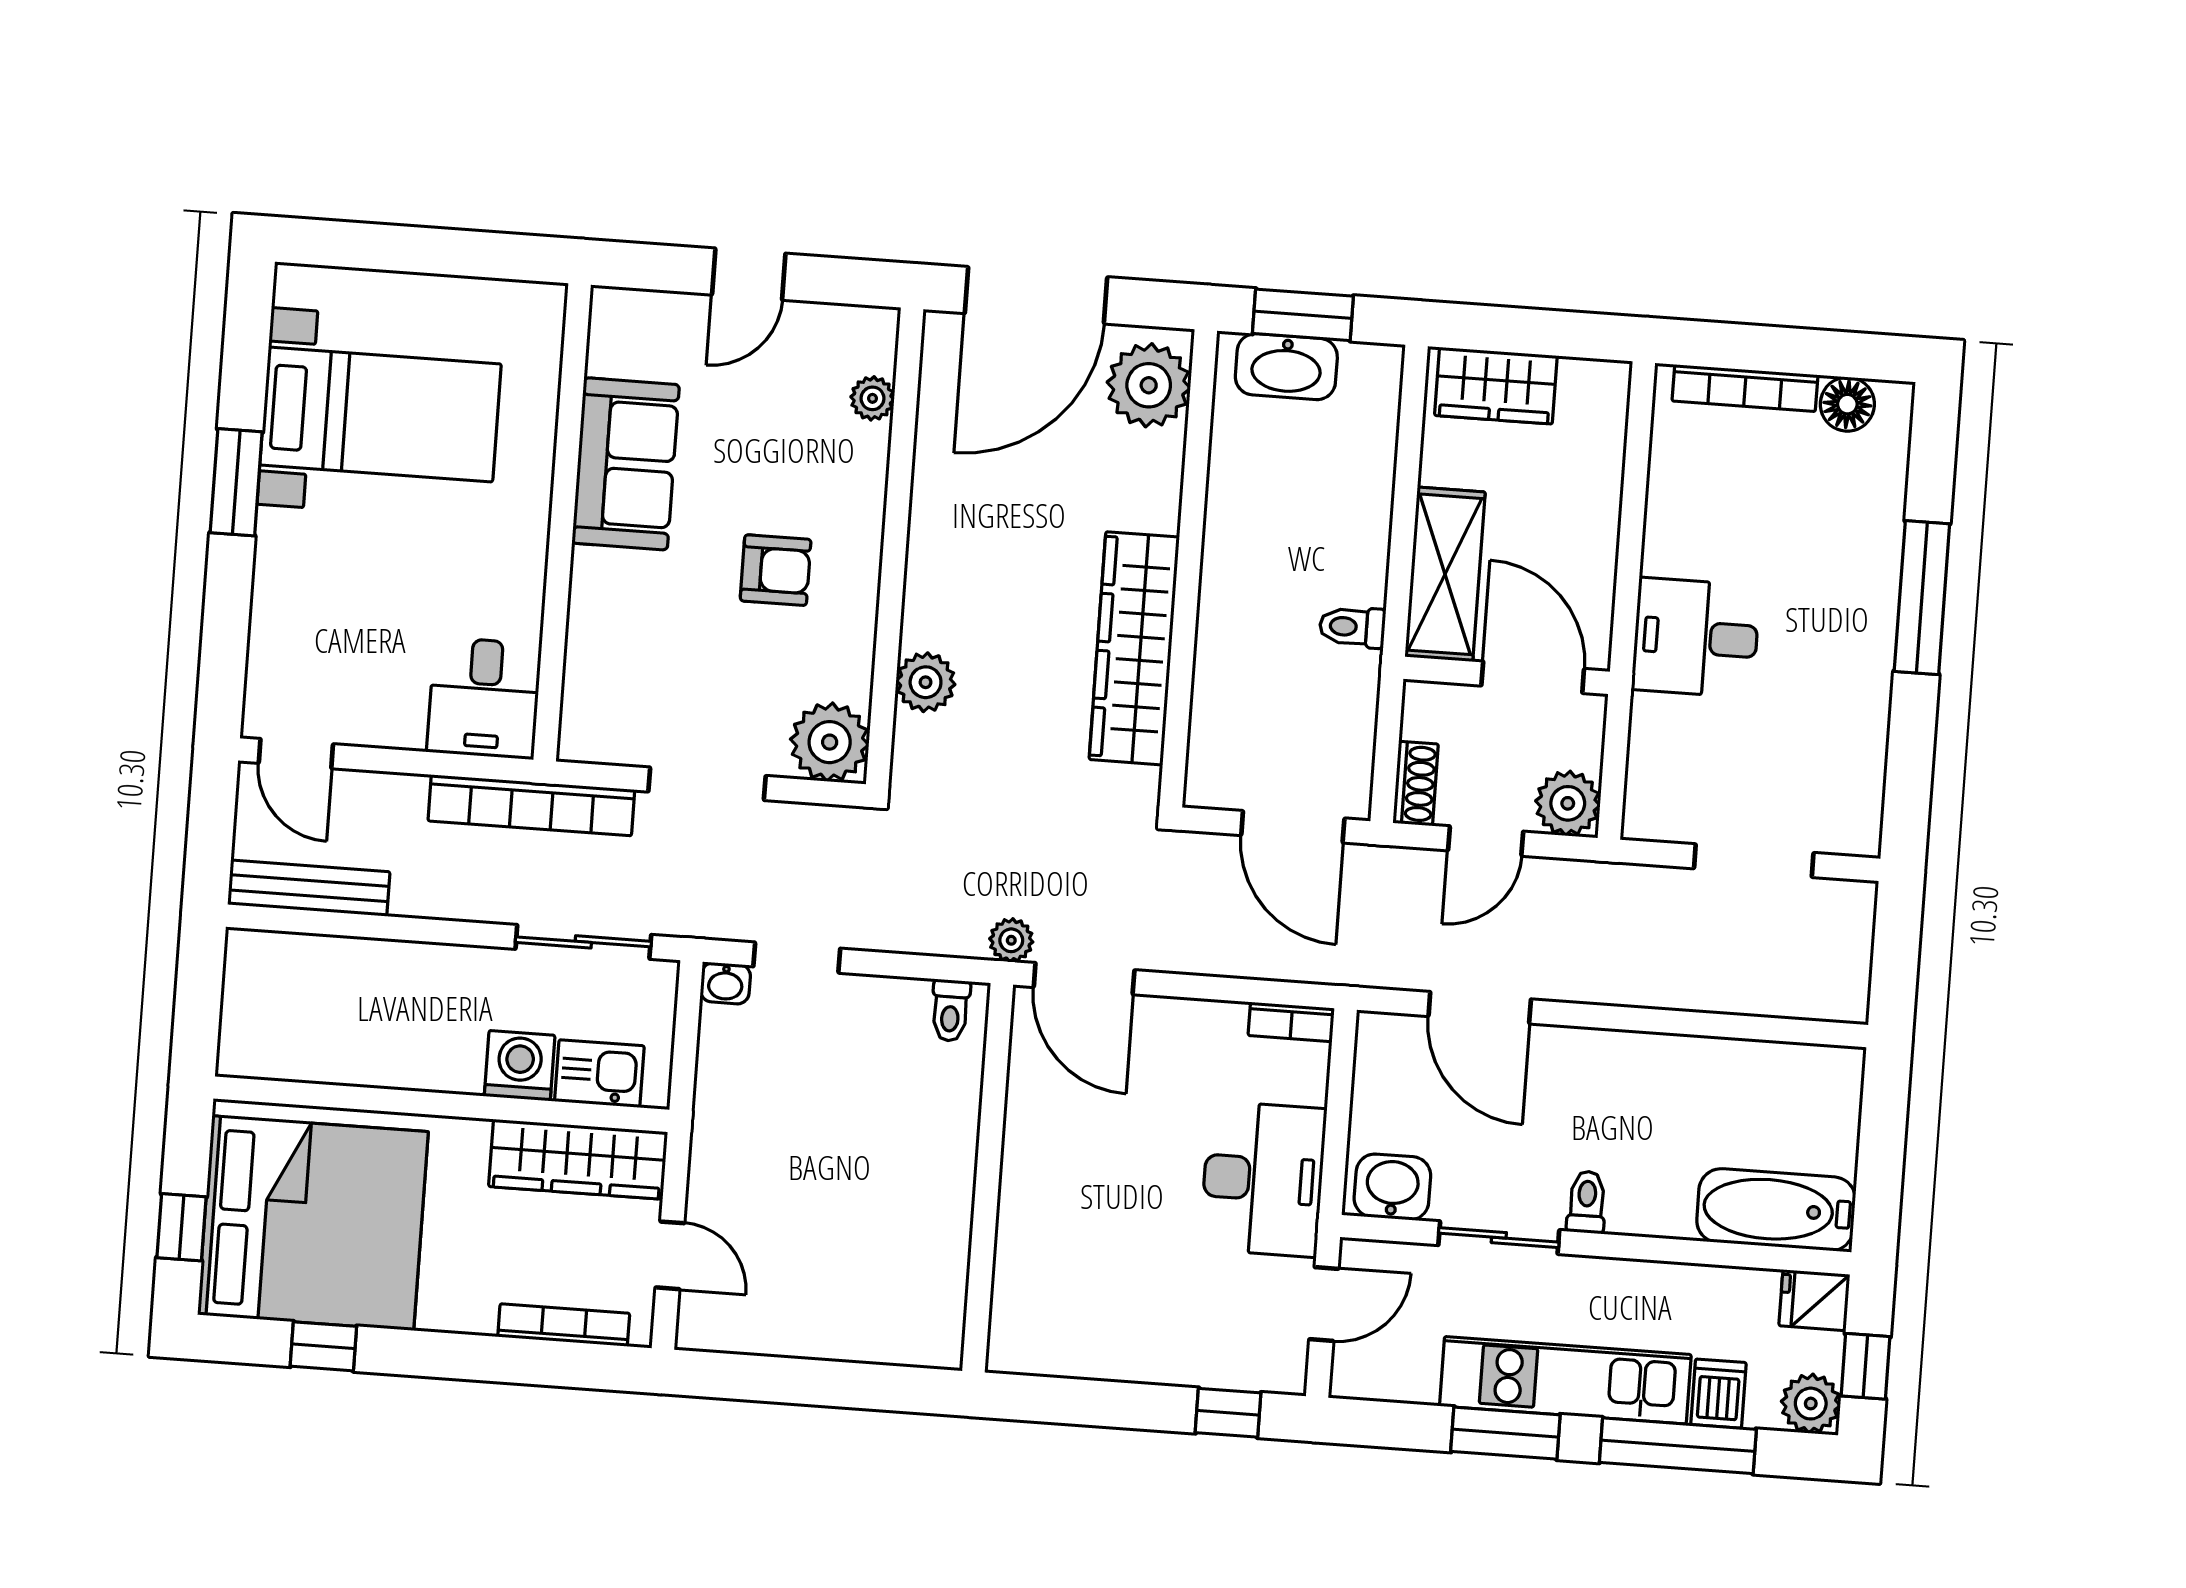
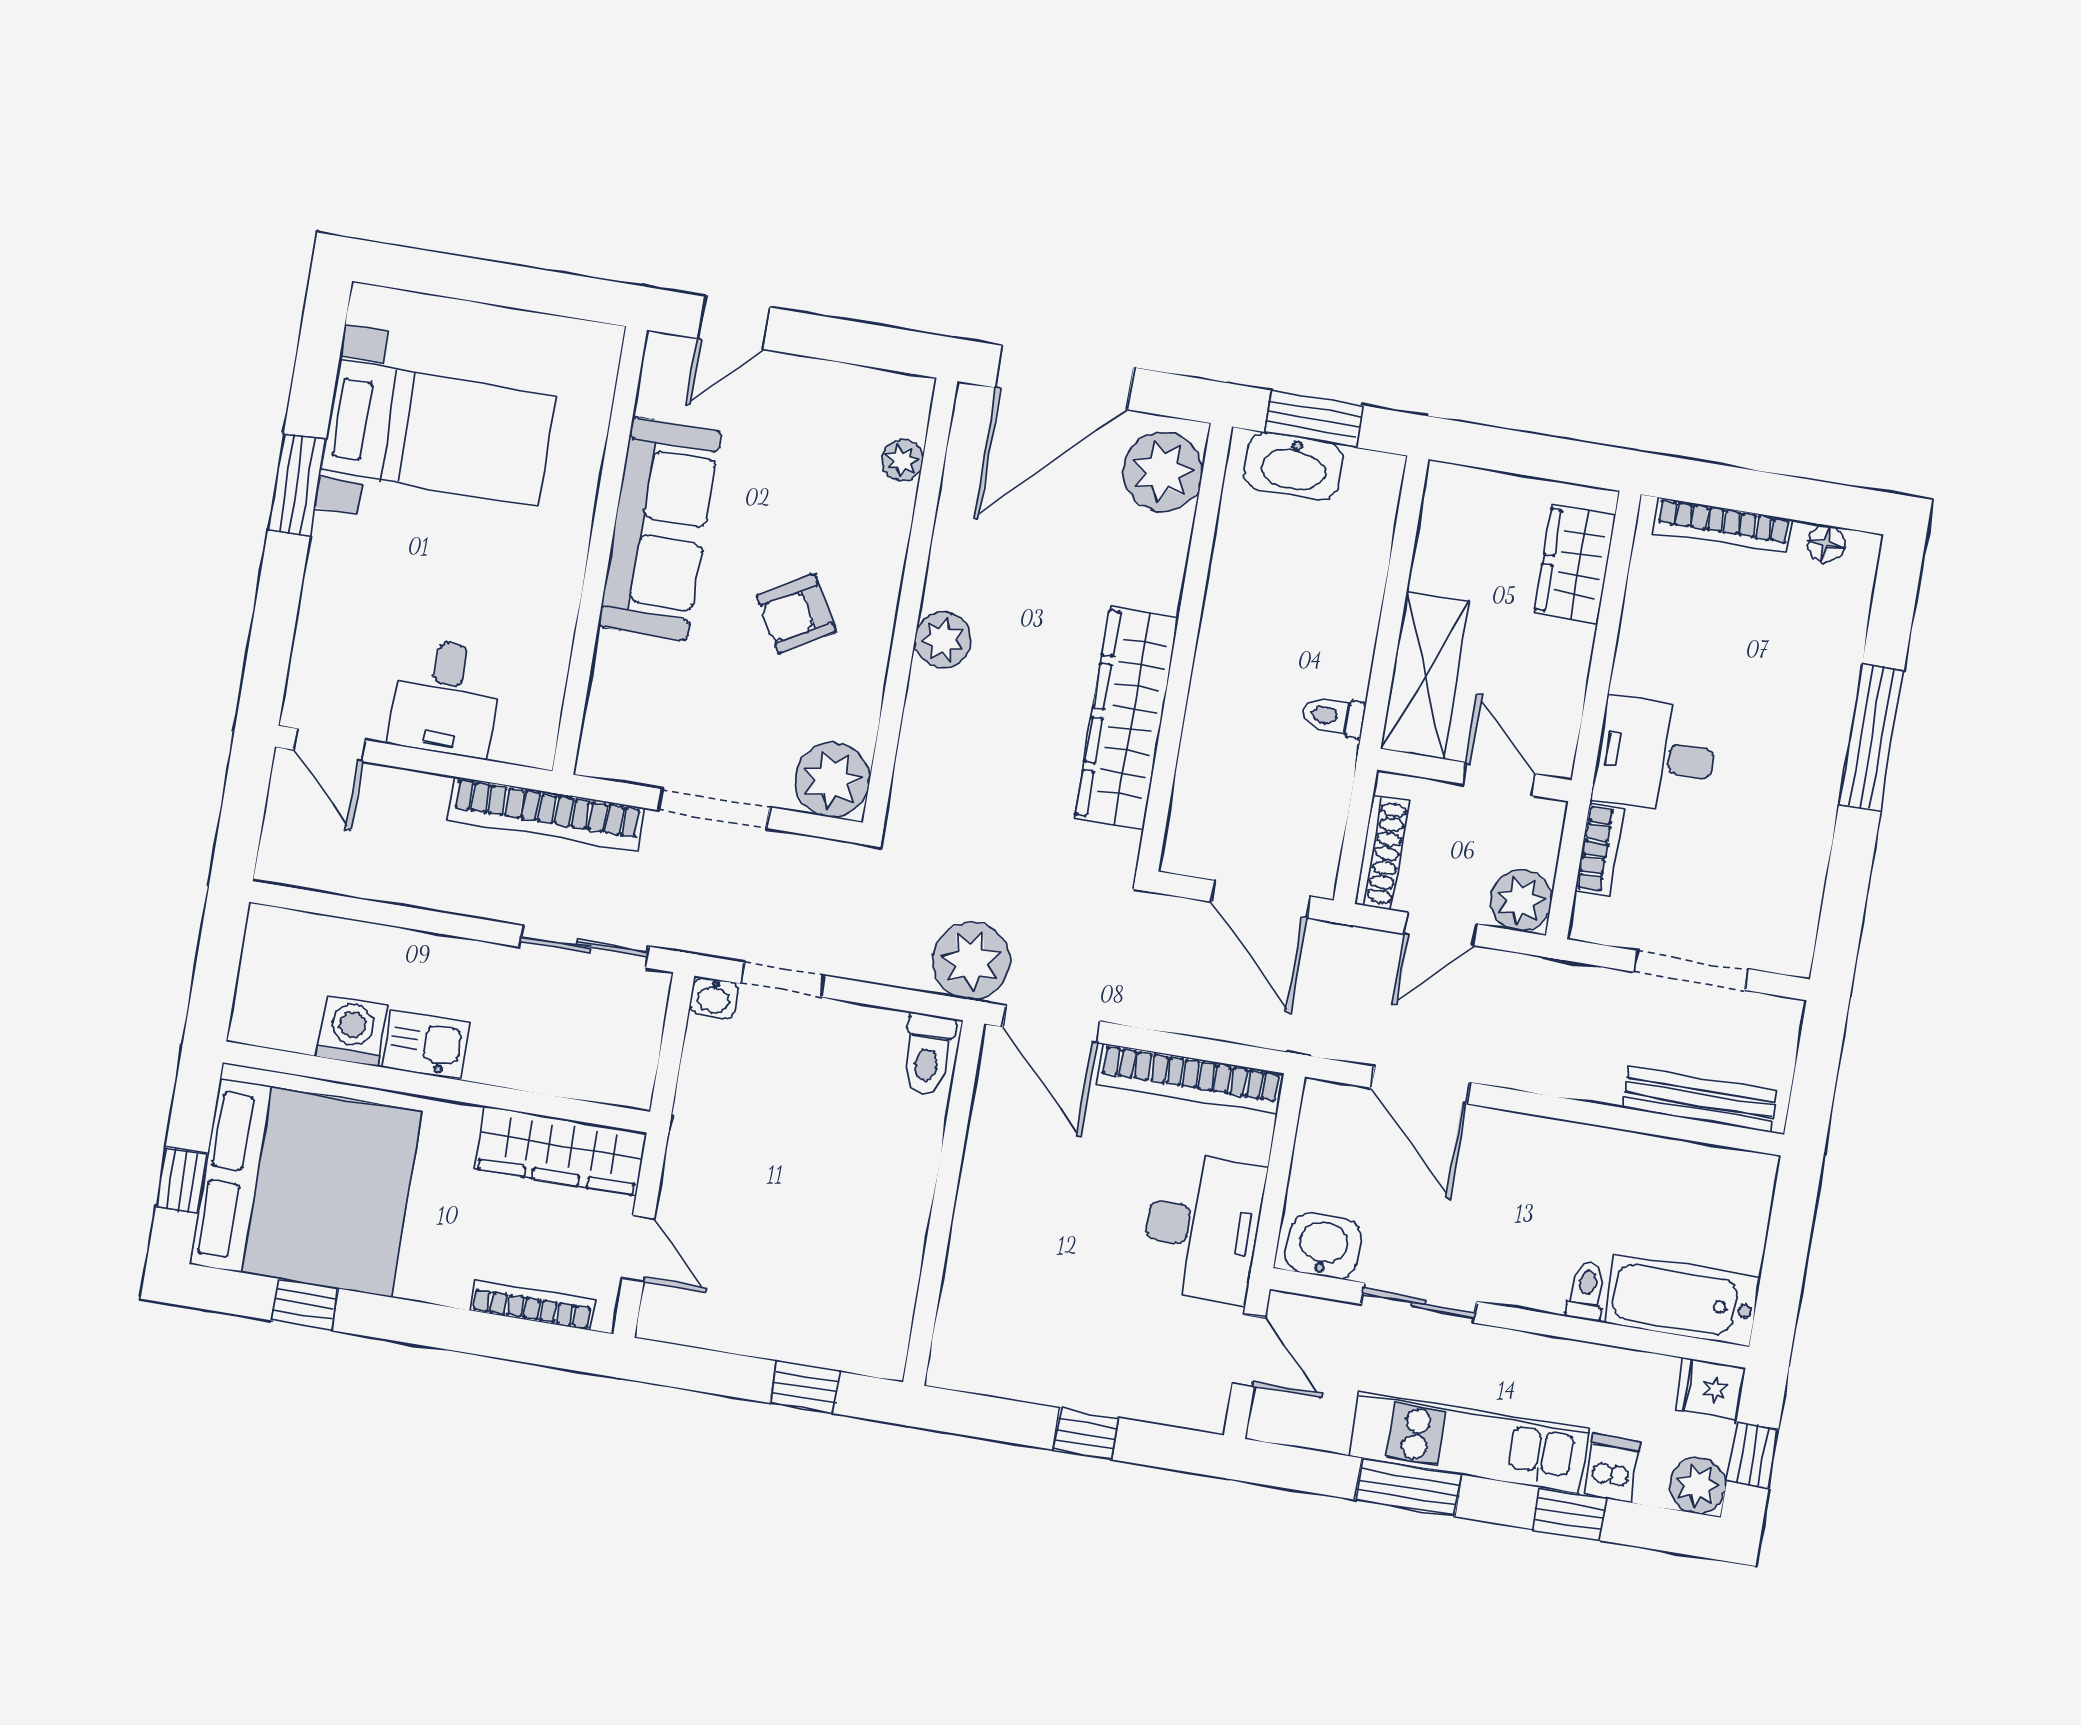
door: (749, 274) -> (734, 323), moved
wardrobe: (1496, 386) -> (1575, 564), moved, turned 90
floor lamp: (1847, 404) -> (1826, 544), width x0.73, depth x0.73
sofa: (626, 464) -> (660, 529), width x1.36
armchair: (776, 570) -> (796, 614), turned 150
door: (1533, 677) -> (1499, 779), width x0.73
plant: (926, 682) -> (943, 640), moved
desk: (484, 698) -> (445, 698), moved
bookcase: (1646, 742) -> (1600, 850), added
shoe rack: (1416, 784) -> (1382, 853), width x1.43
bench: (309, 888) -> (1700, 1099), moved
plant: (1011, 940) -> (971, 961), width x1.88, depth x1.88
toilet: (950, 1010) -> (928, 1054), width x1.37, depth x1.39
bookcase: (1291, 1022) -> (1190, 1079), width x2.31, depth x1.31
washing machine: (520, 1066) -> (352, 1031), moved
kitchen sink: (599, 1074) -> (426, 1045), moved
toilet: (1587, 1202) -> (1586, 1291), moved
door: (1324, 1304) -> (1249, 1350), hinge flipped
window: (859, 1386) -> (805, 1387), added
window: (1228, 1413) -> (1086, 1434), moved
window: (1678, 1446) -> (1569, 1514), width x0.46

